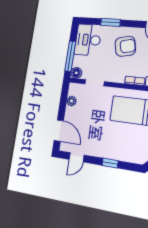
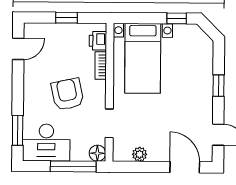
window: (110, 22) -> (18, 130), moved
armchair: (125, 46) -> (67, 94), moved
door: (59, 131) -> (185, 167), hinge flipped

